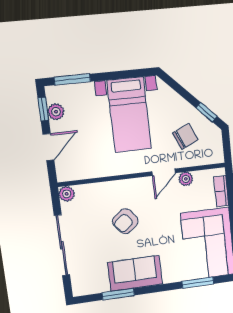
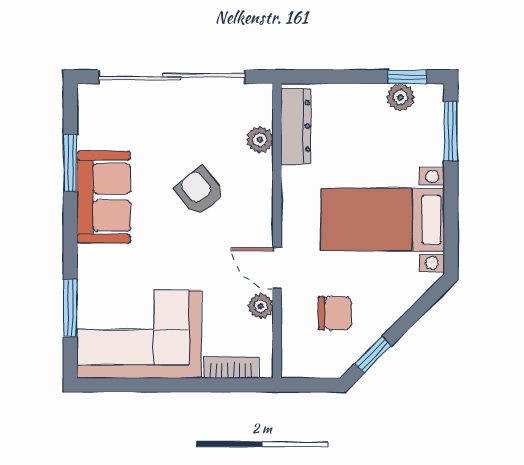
chair: (185, 136) -> (335, 313), turned -66
door: (48, 147) -> (343, 77), removed
dresser: (81, 171) -> (296, 126), added
plant: (67, 194) -> (260, 140), moved
sliding door: (62, 245) -> (172, 77), width x1.36

